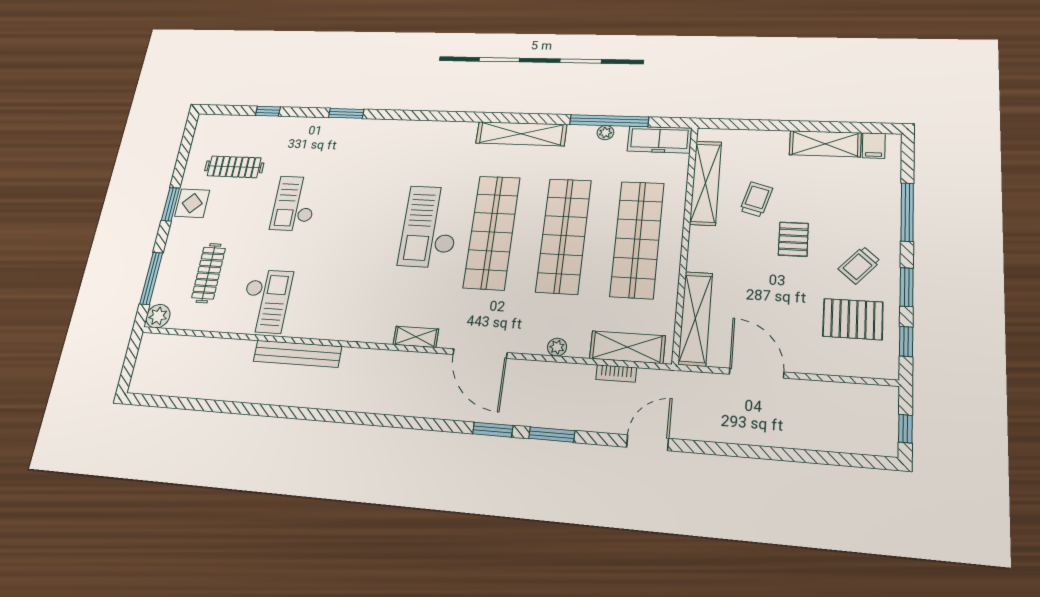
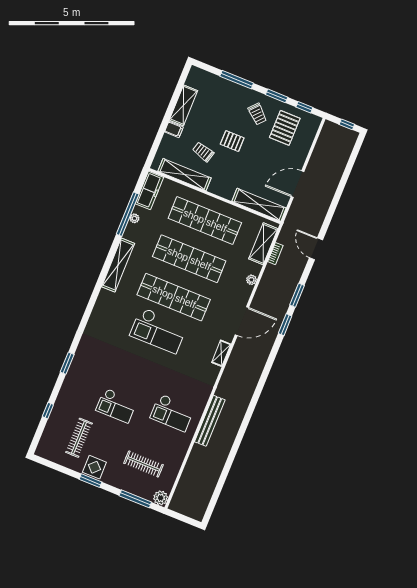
filing cabinet: (874, 146) -> (174, 129), moved
checkout: (266, 301) -> (172, 413), moved, turned 180

